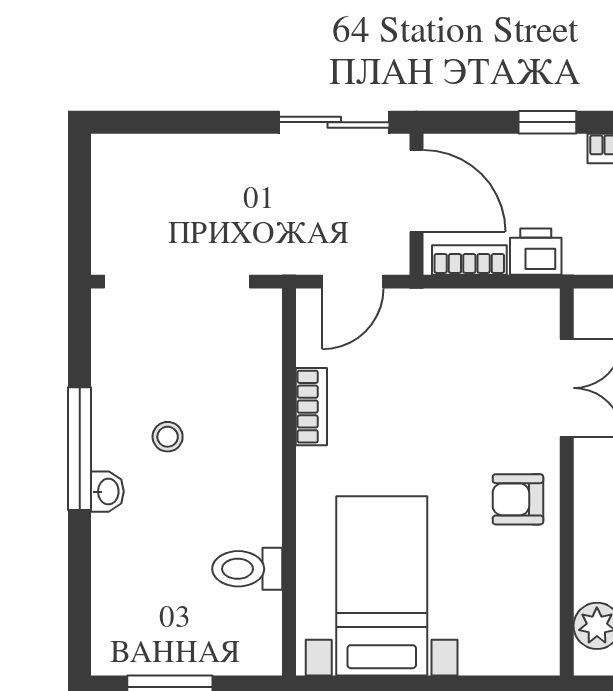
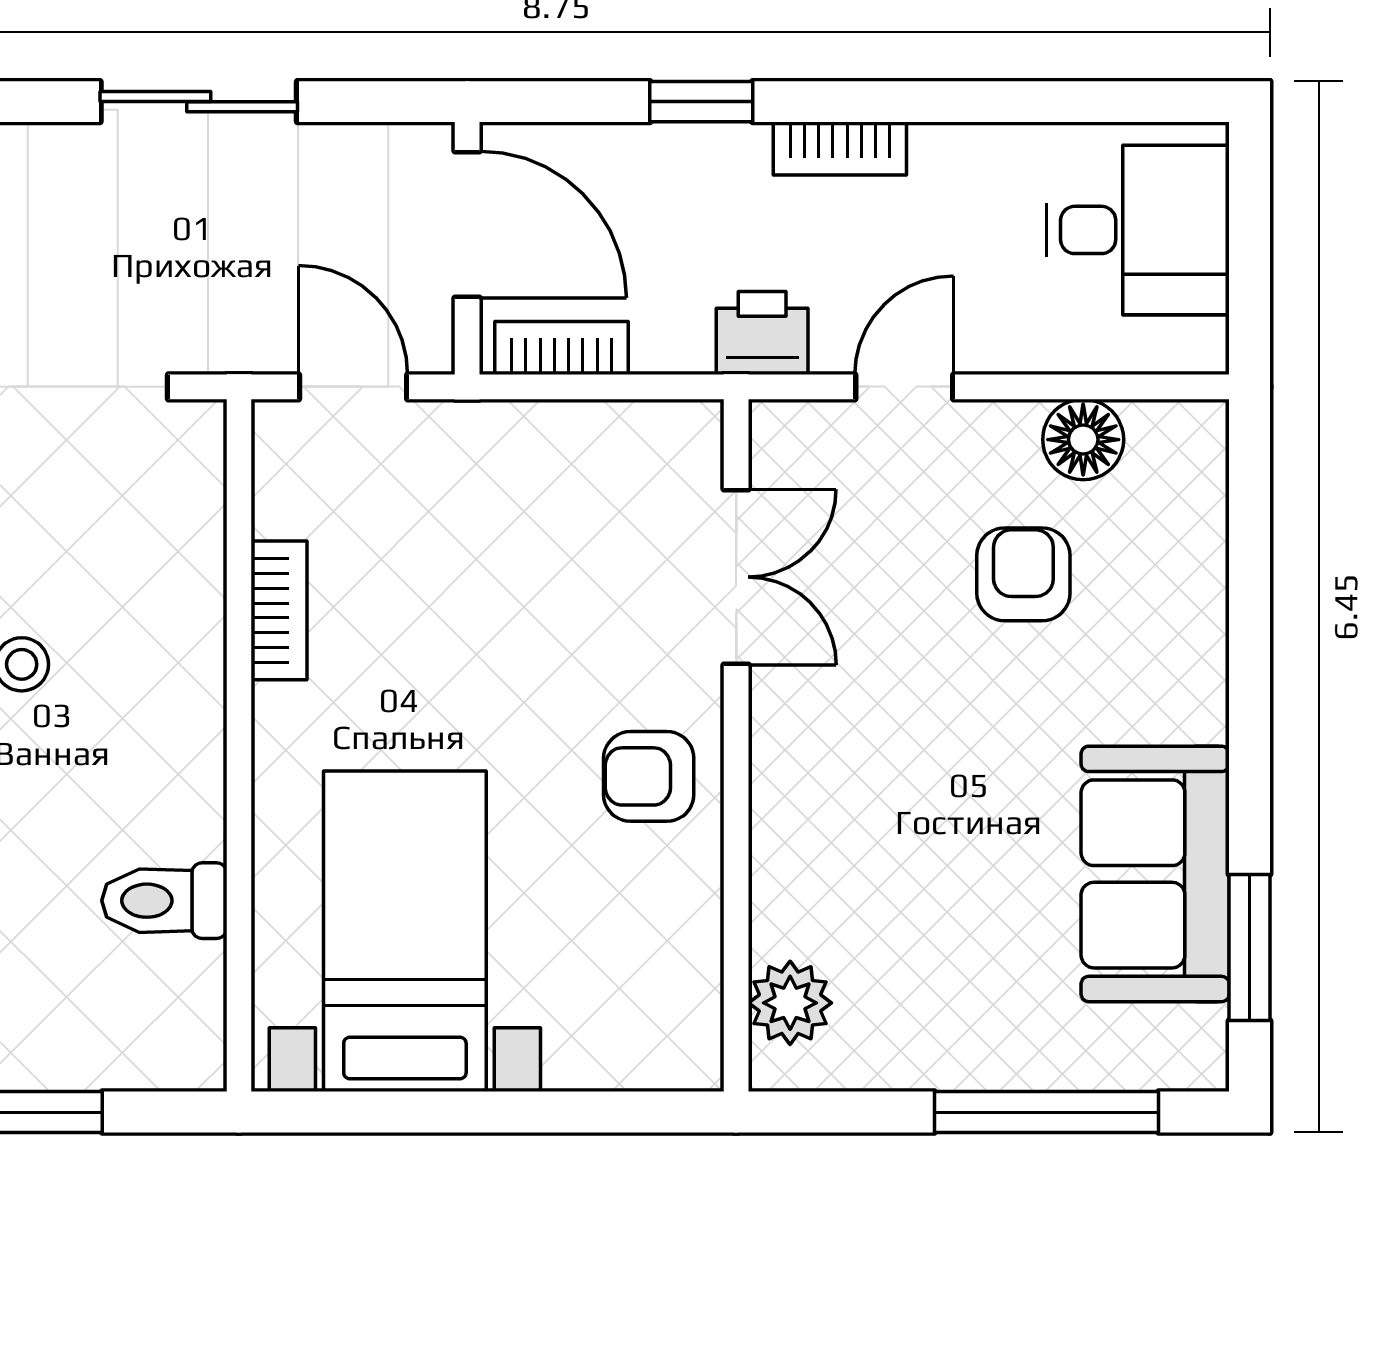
sliding door: (334, 122) -> (199, 102), moved
printer: (536, 252) -> (762, 333), moved
door: (353, 282) -> (353, 387), swing flipped

